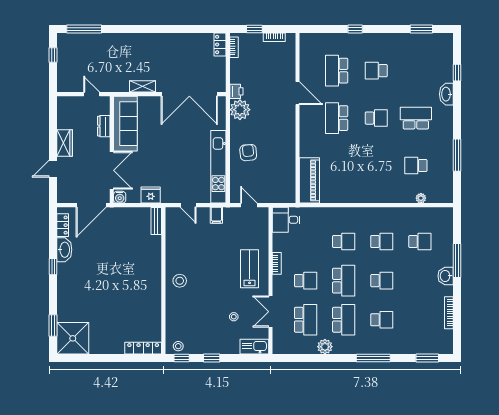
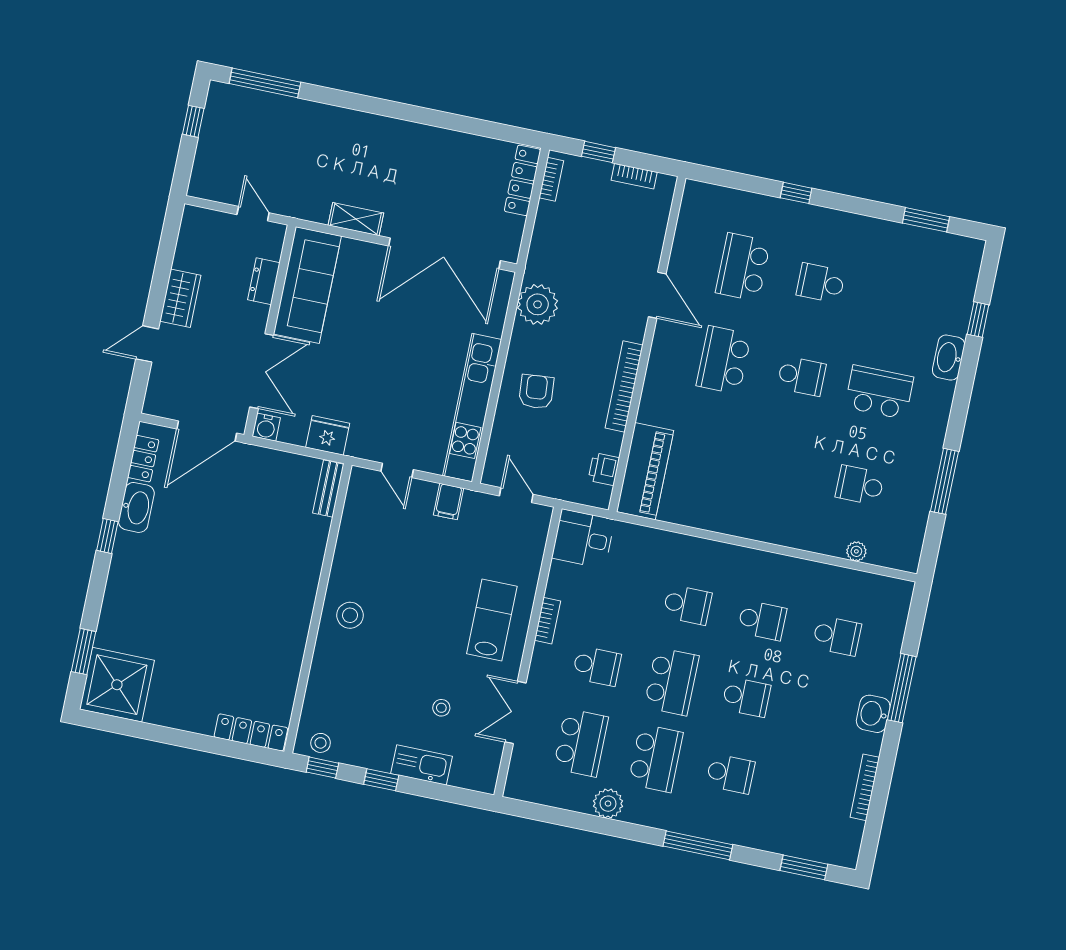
locker: (220, 45) -> (523, 180), width x1.53
printer: (236, 91) -> (604, 469), moved, turned 180
bookcase: (291, 141) -> (624, 387), added
kitchen sink: (254, 347) -> (422, 765), moved

